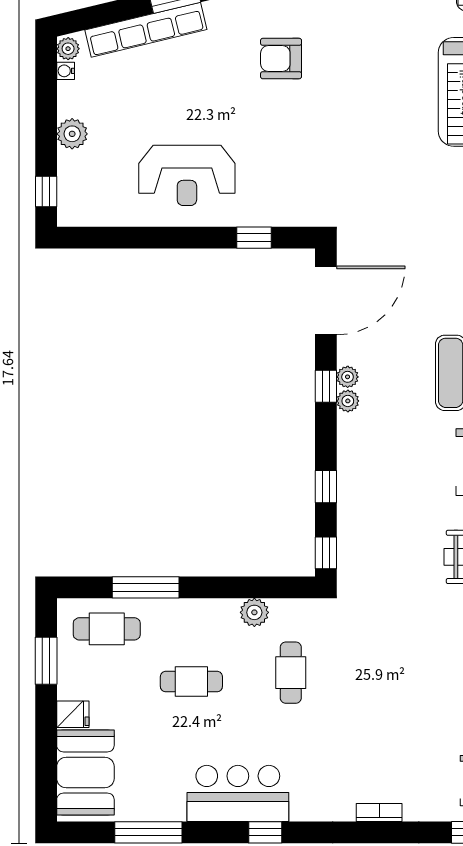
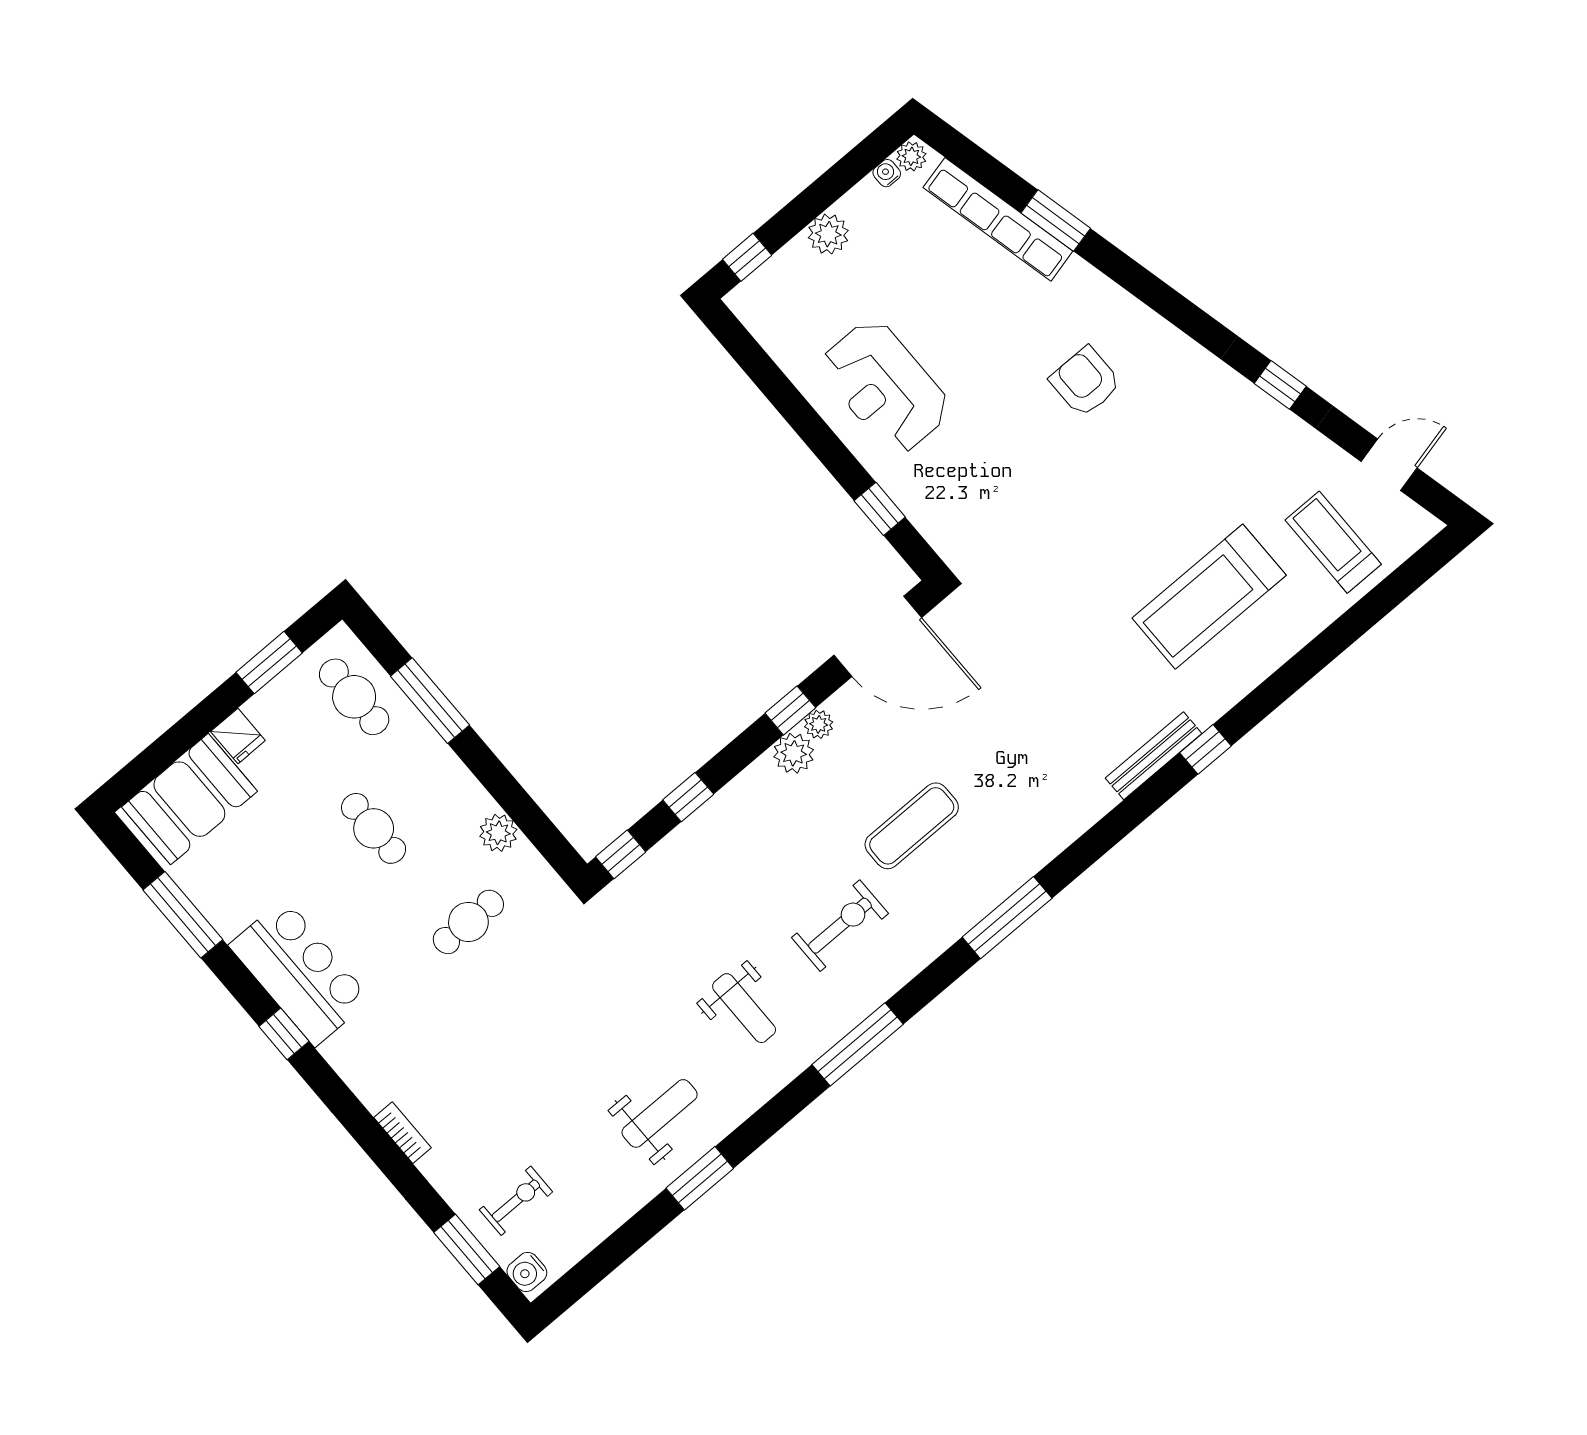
plant: (348, 401) -> (794, 753), width x1.38, depth x1.38

